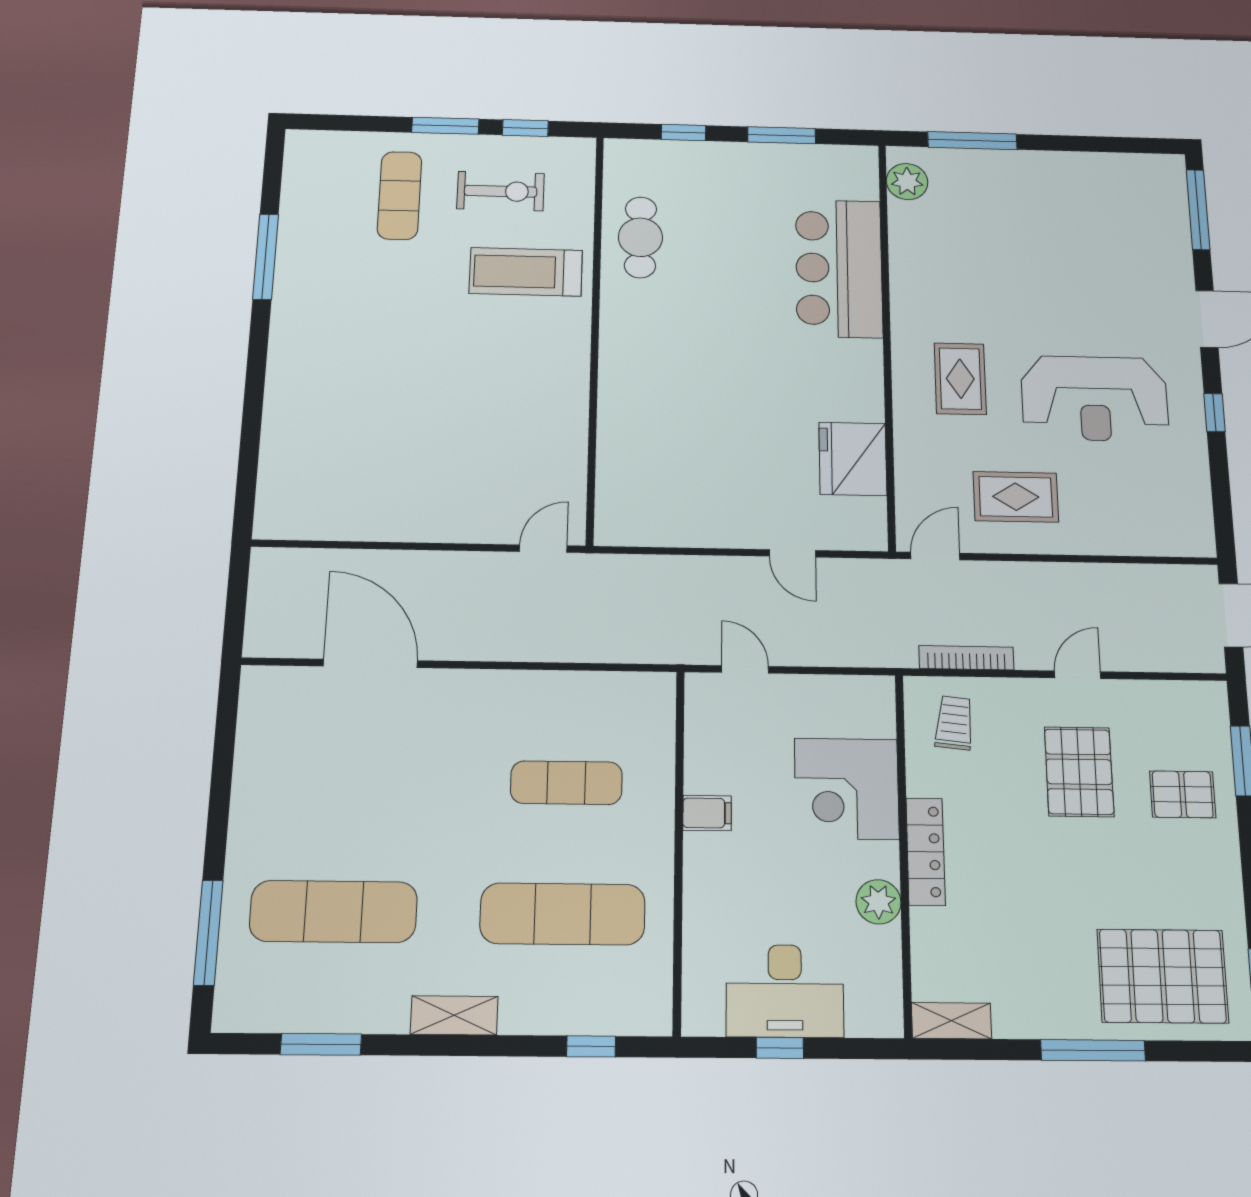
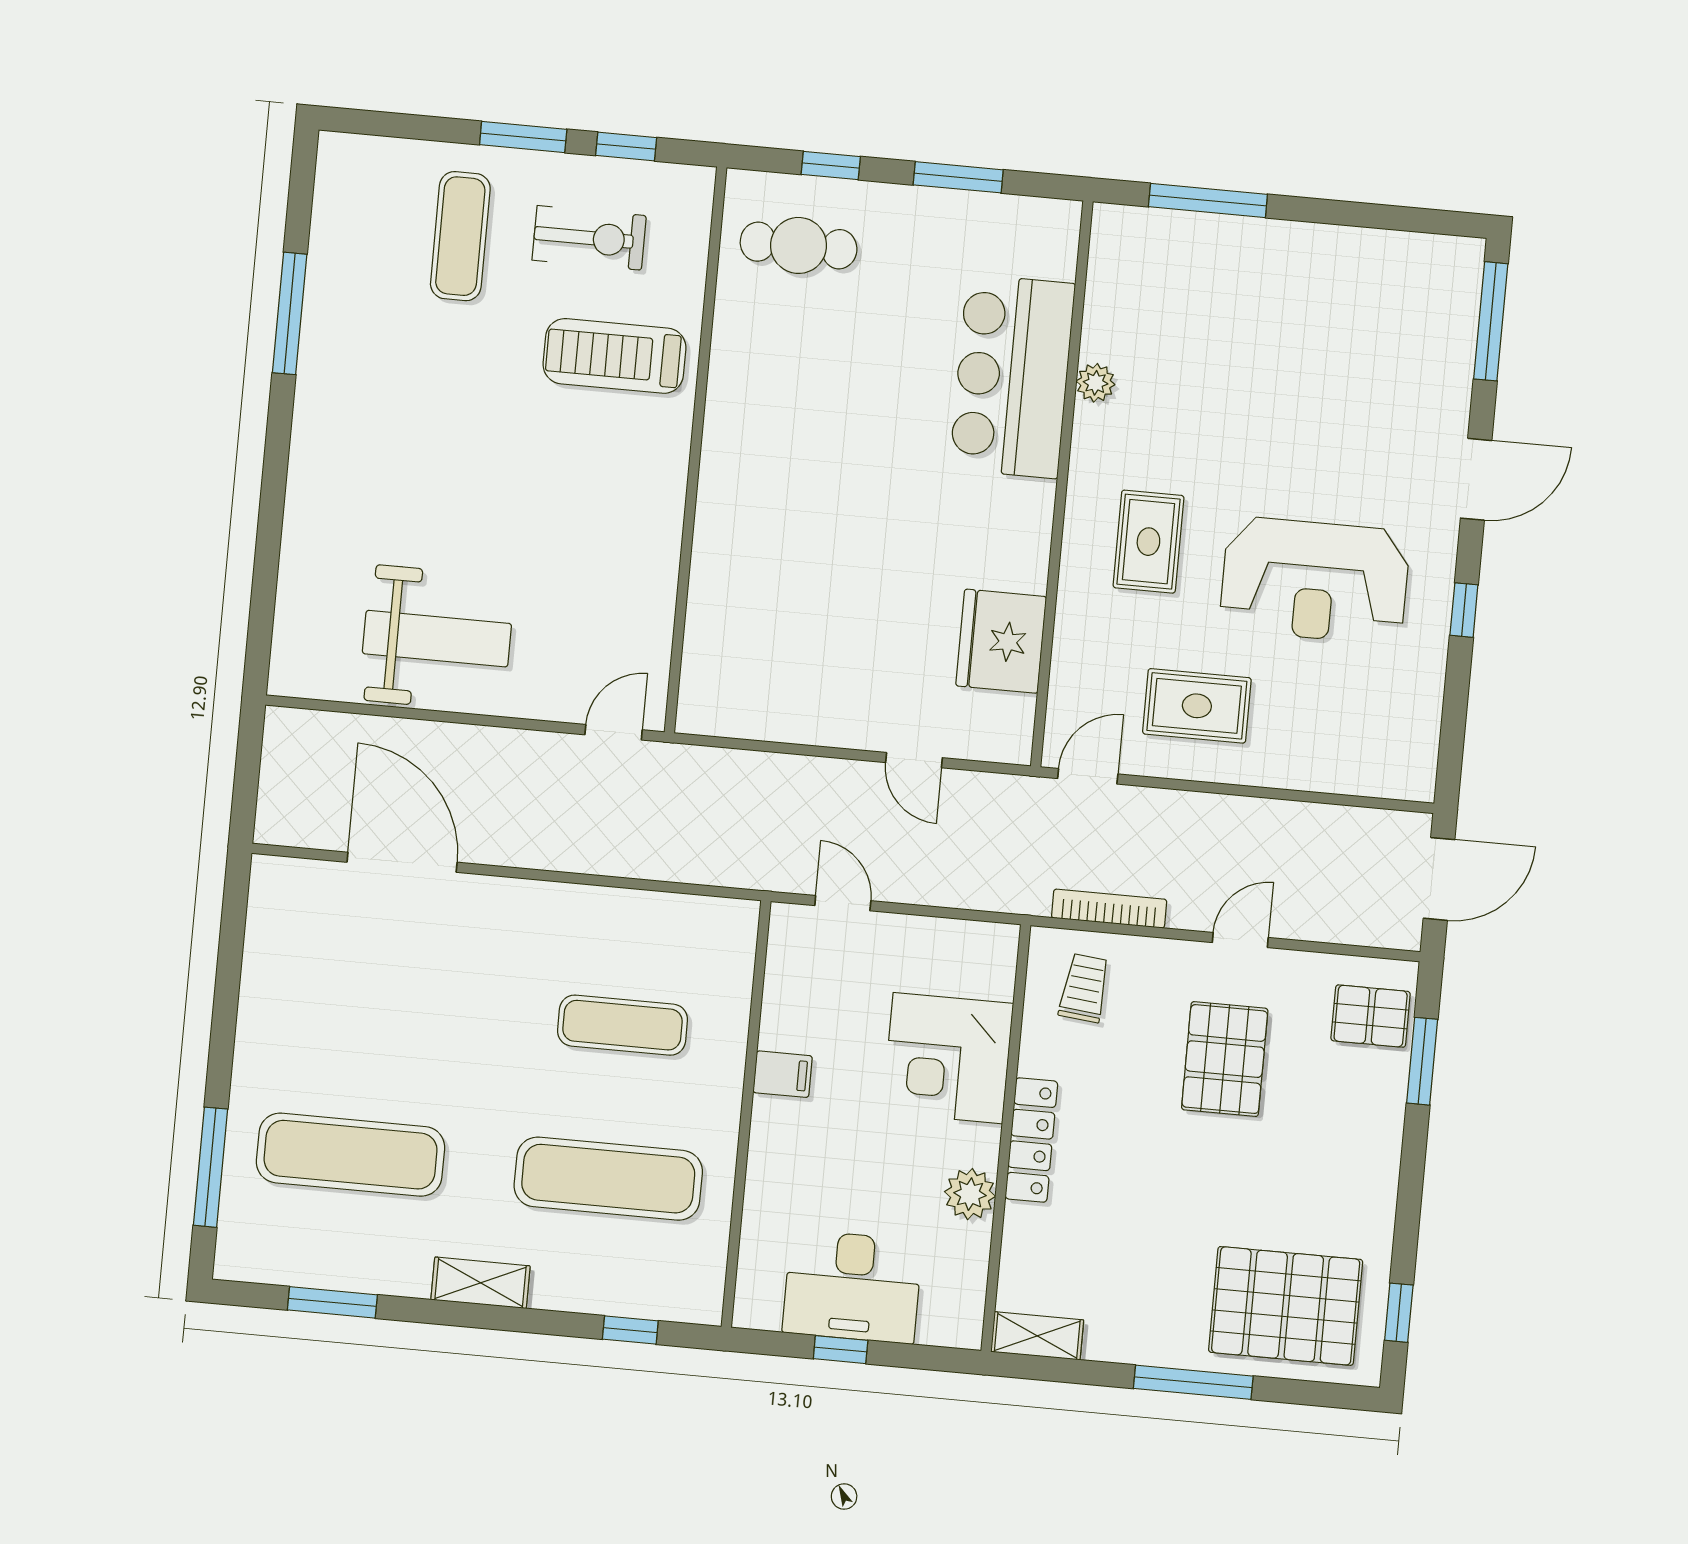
plant: (907, 182) -> (1096, 383), moved, width x0.73, depth x0.73
cafe table: (640, 237) -> (799, 245), moved, turned 90
weight bench: (393, 487) -> (437, 639), added
pallet: (1183, 794) -> (1371, 1016), moved

